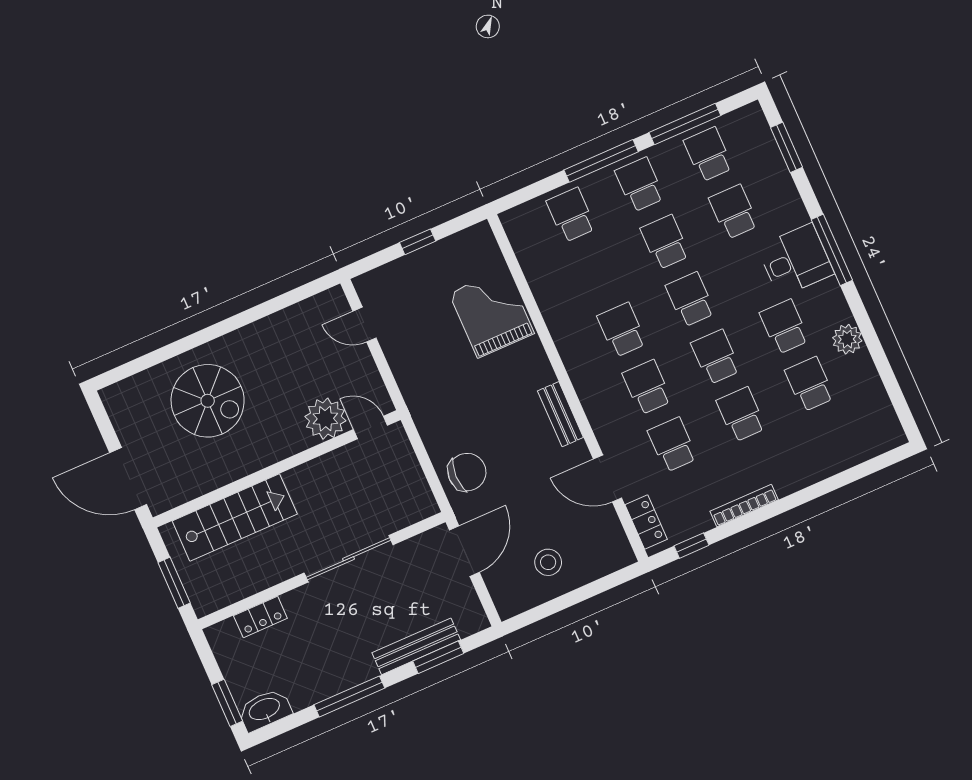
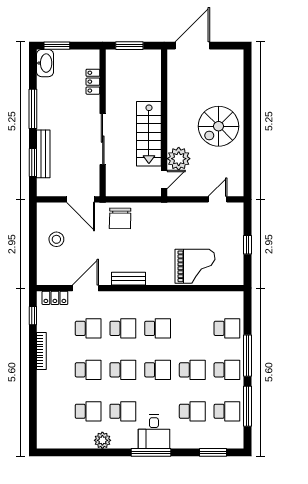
spiral stairs: (208, 401) -> (219, 126), moved
stairs: (235, 517) -> (149, 134), moved

